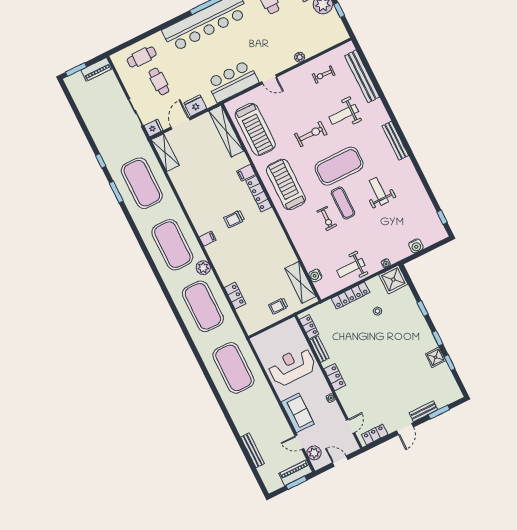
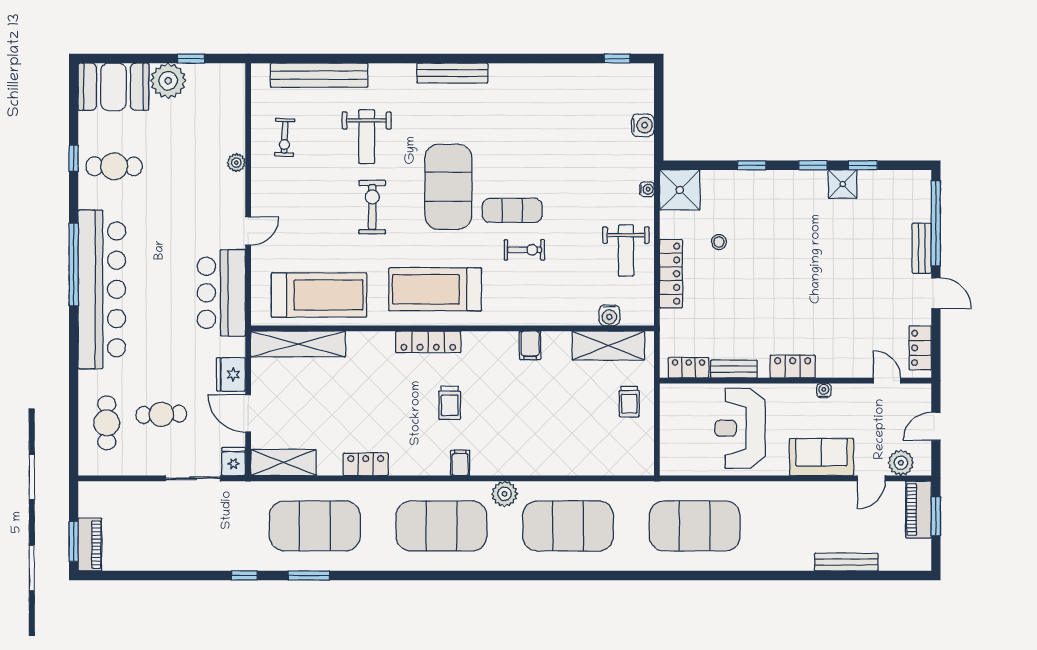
piano: (96, 69) -> (90, 545), moved
filing cabinet: (246, 173) -> (530, 345), moved
weight bench: (379, 191) -> (522, 142), removed
locker: (235, 296) -> (366, 464), moved
window: (439, 412) -> (936, 223), width x2.11

